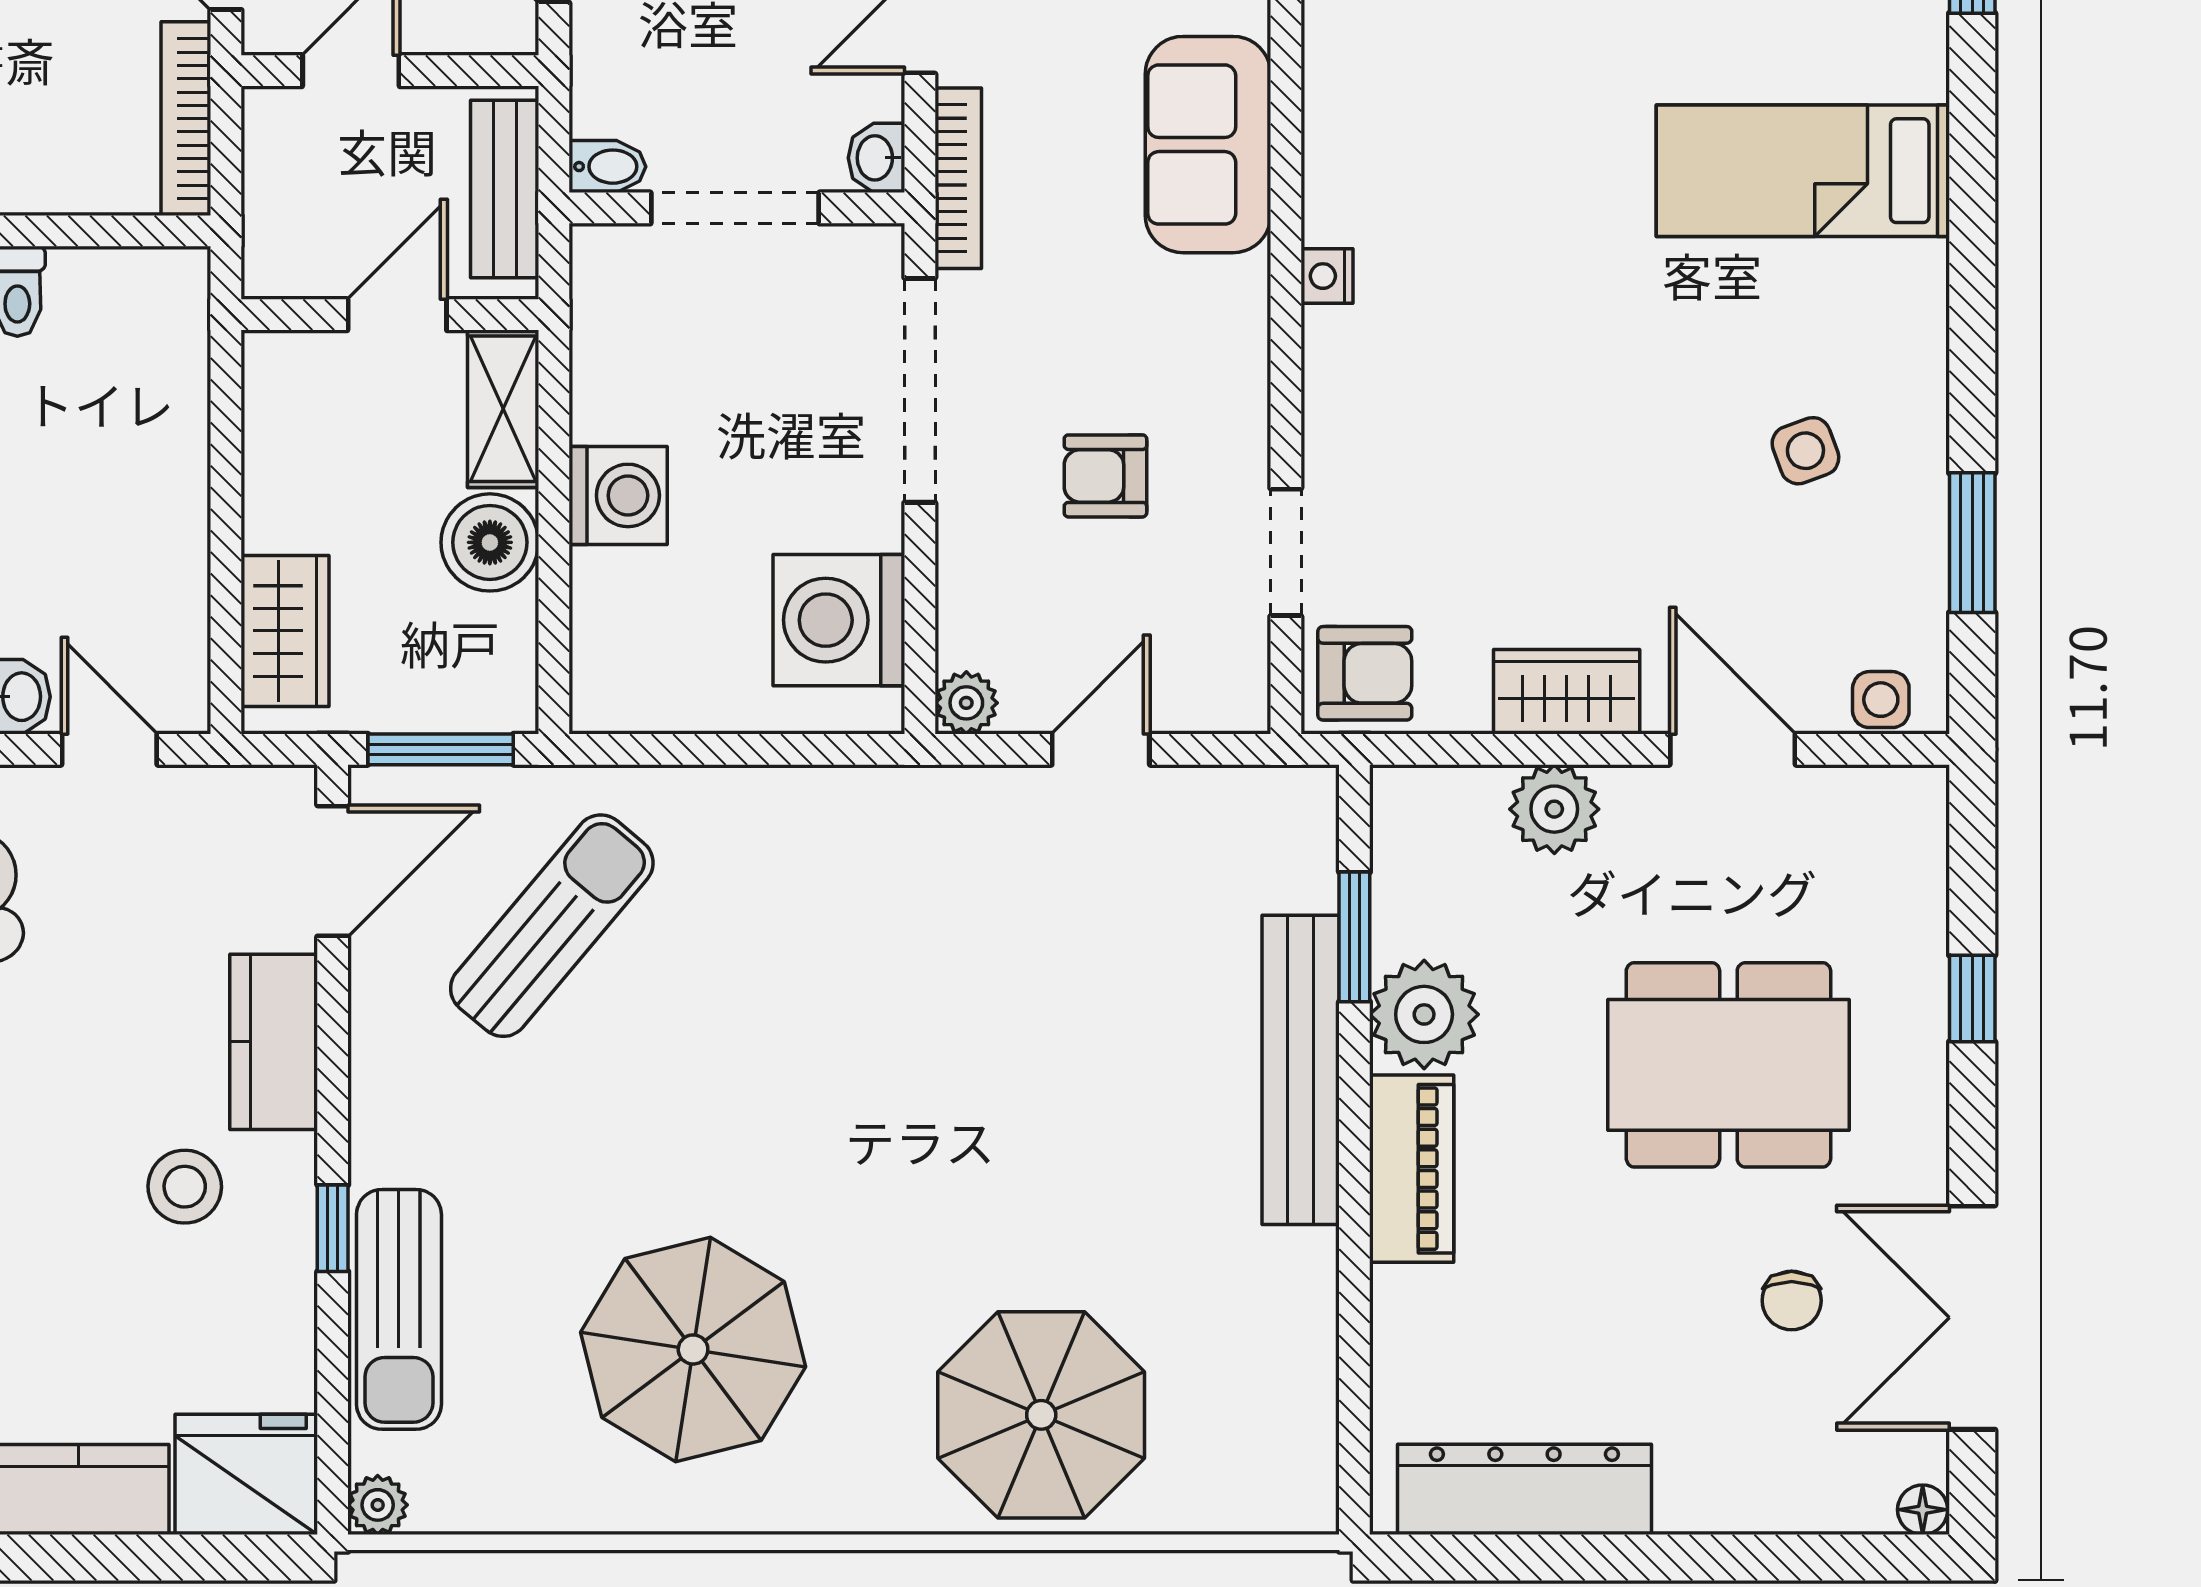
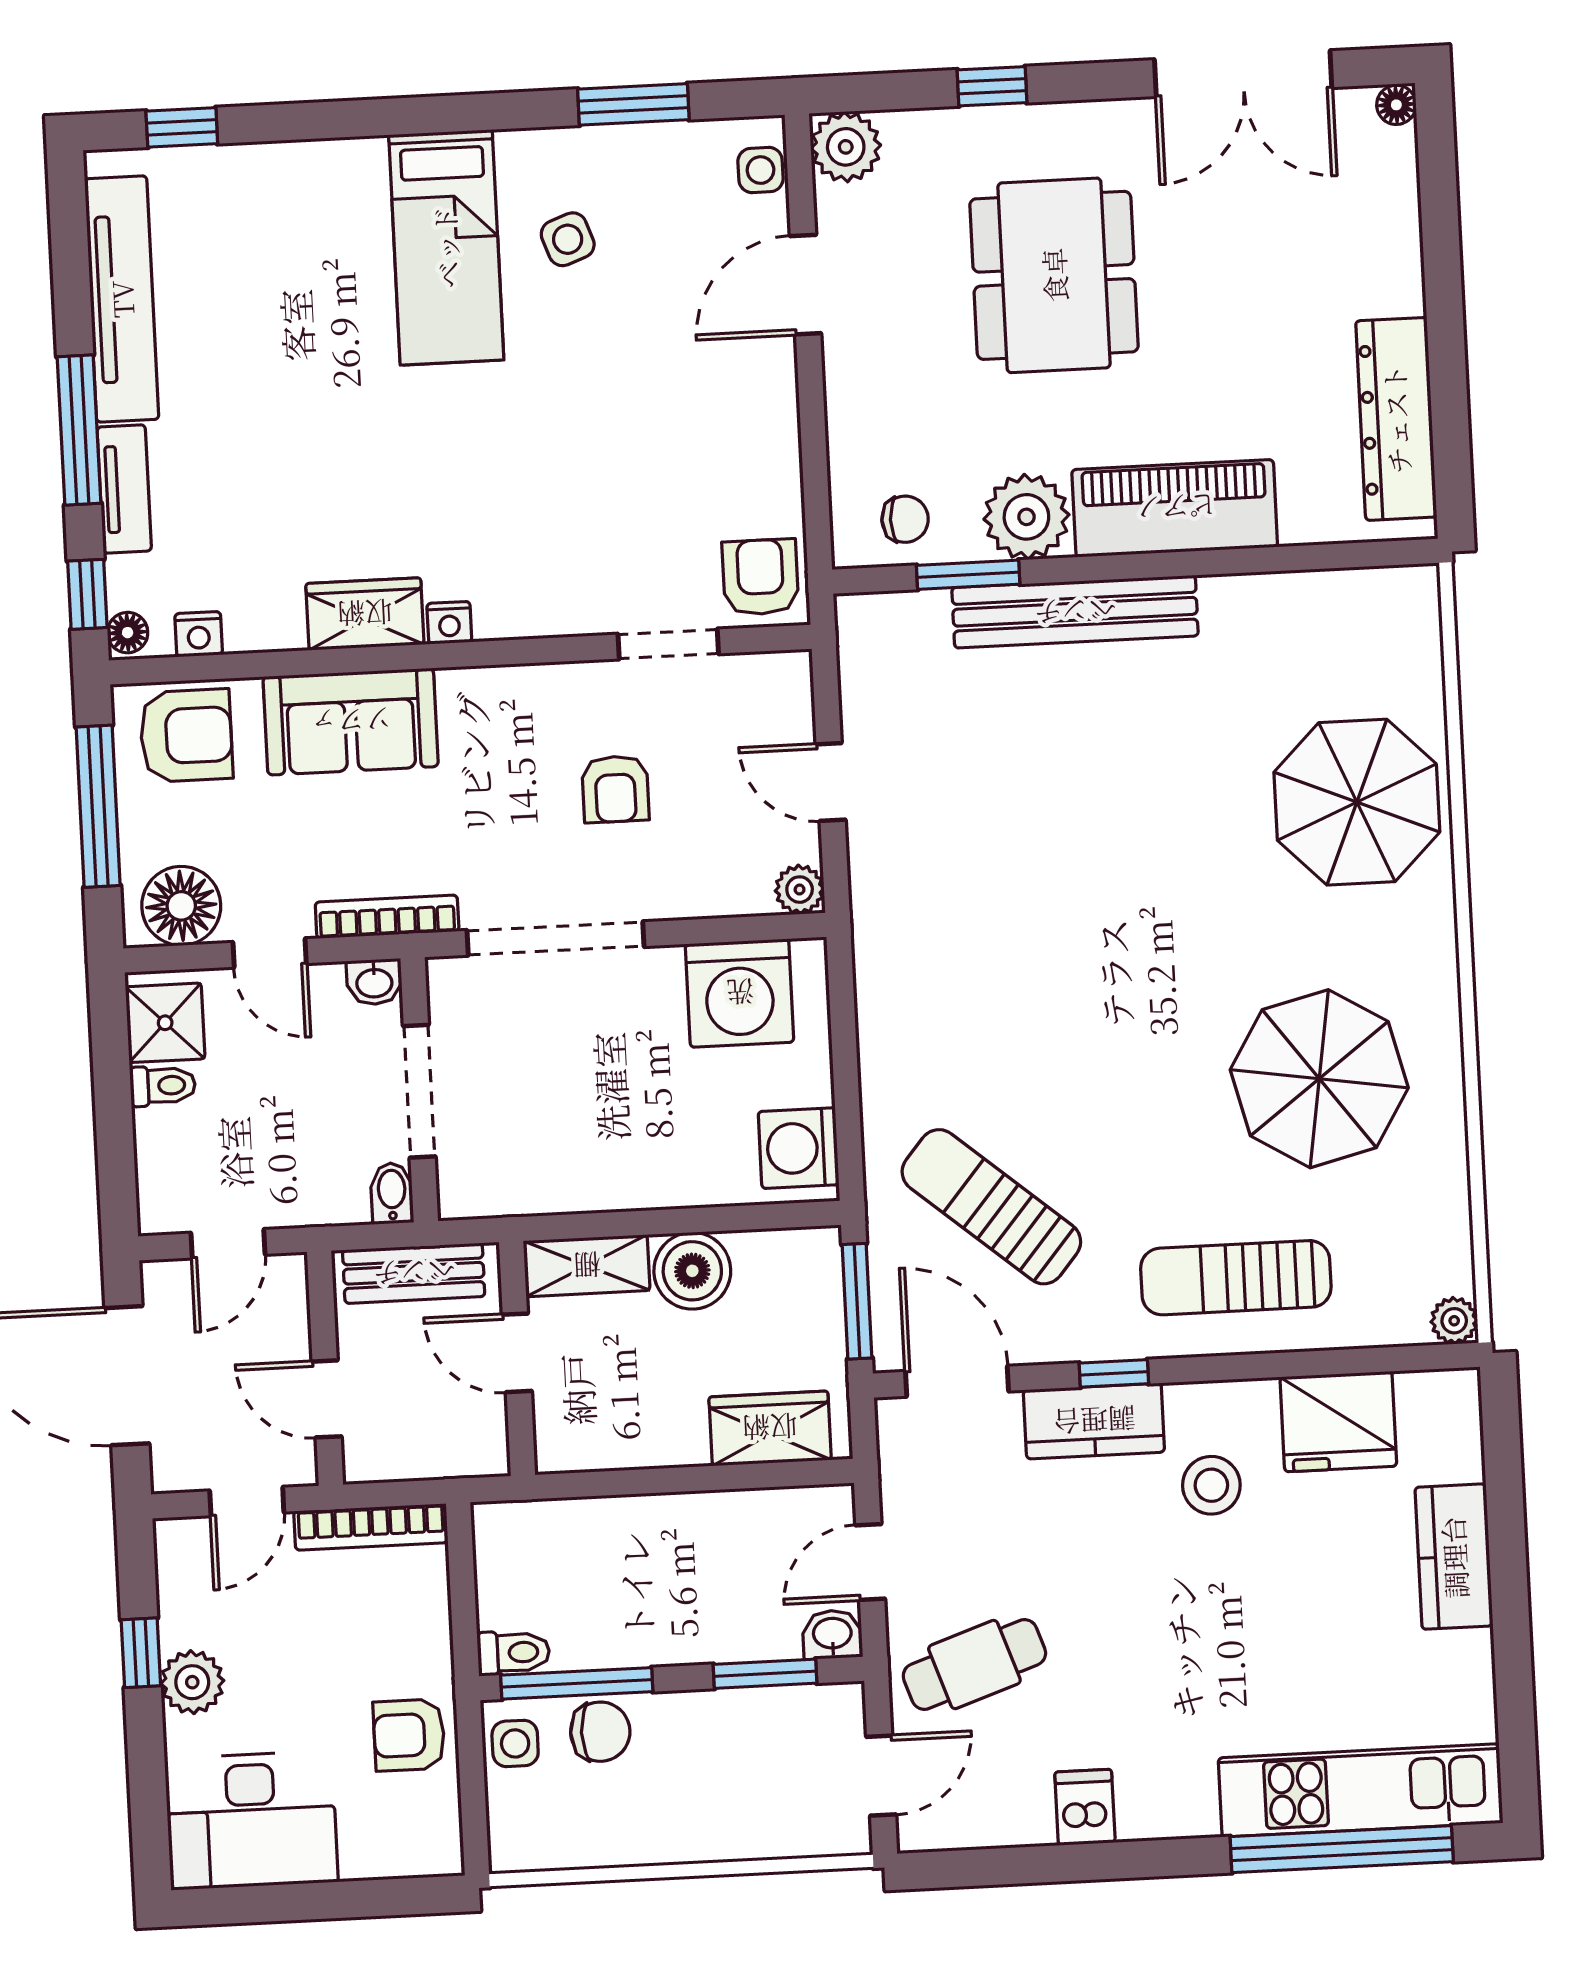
bed: (1803, 171) -> (446, 247), moved
washing machine: (618, 495) -> (799, 1148), moved, turned -90
wardrobe: (1567, 692) -> (365, 614), moved, turned 90
plant: (1554, 809) -> (846, 147), moved
piano: (1412, 1169) -> (1175, 508), width x1.37, depth x1.33
window: (333, 1228) -> (1114, 1373), moved
chair: (1792, 1301) -> (905, 519), moved
sun lounger: (399, 1309) -> (1236, 1278), moved, turned 180
fridge: (246, 1474) -> (1338, 1422), moved, turned -90

